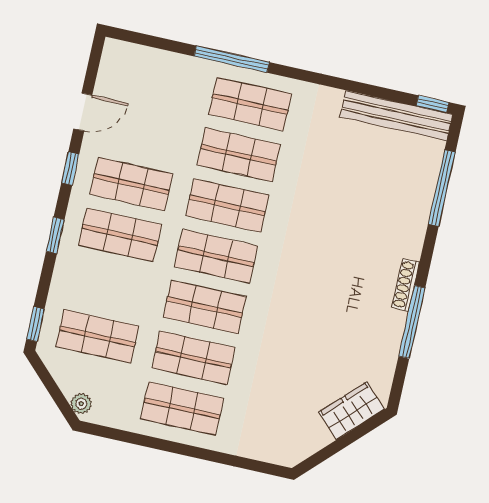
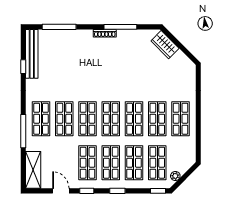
shelving: (142, 62) -> (33, 170), added
window: (432, 104) -> (23, 67), moved
shop shelf: (109, 286) -> (134, 163), added
plant: (81, 404) -> (175, 176), moved

